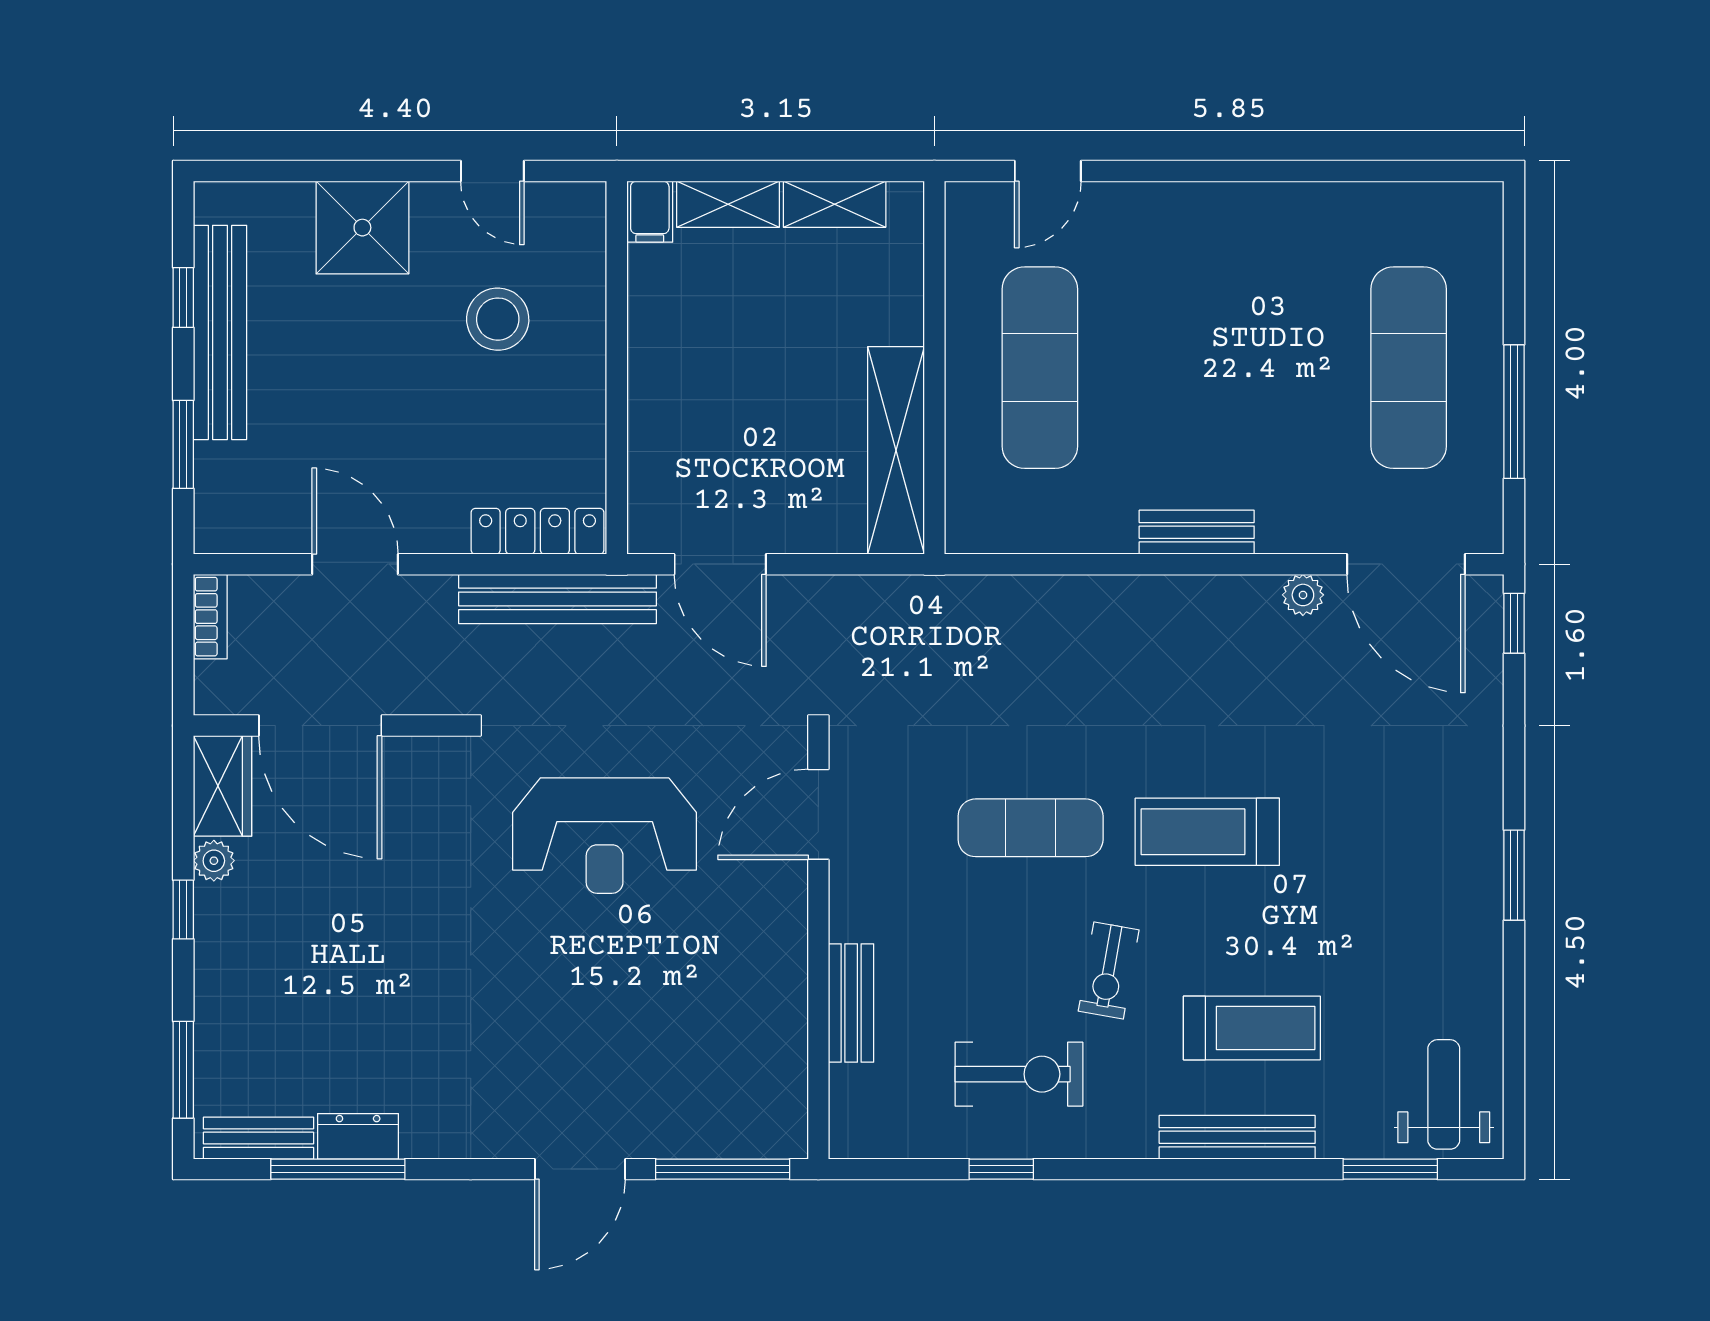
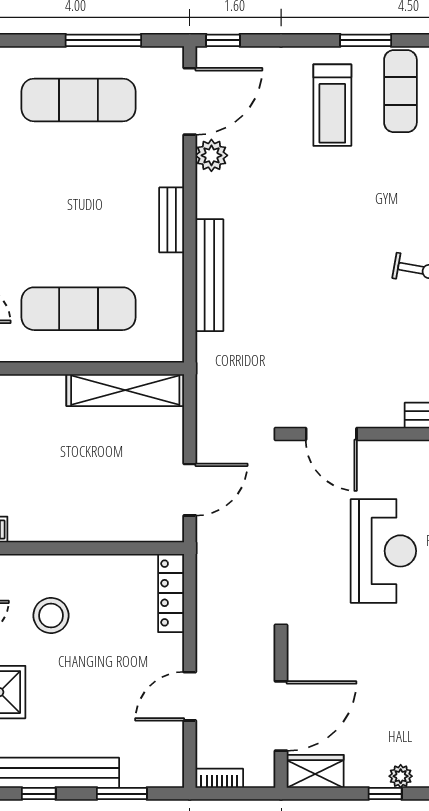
plant: (1303, 595) -> (211, 155), width x1.38, depth x1.38
bench: (557, 599) -> (209, 275), moved
exercise mat: (1031, 828) -> (400, 91), moved
treadmill: (1207, 832) -> (332, 105), moved
reception desk: (605, 836) -> (383, 551), moved
plant: (214, 861) -> (401, 776), moved

